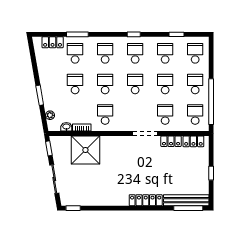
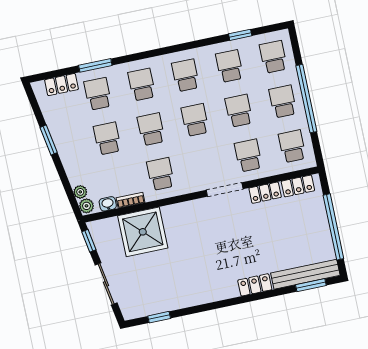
window: (134, 34) -> (178, 48), removed
window: (40, 95) -> (49, 140), moved
window: (211, 102) -> (306, 99), moved
plant: (52, 125) -> (87, 206), added
window: (211, 173) -> (333, 227), width x3.17
locker: (146, 200) -> (255, 285), width x0.66
window: (73, 208) -> (159, 317), moved
window: (188, 208) -> (311, 285), width x0.69

